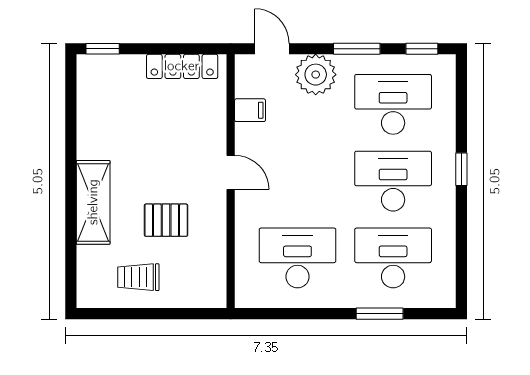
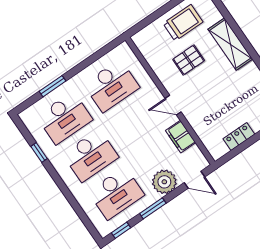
locker: (182, 66) -> (239, 136), width x0.66
filing cabinet: (250, 110) -> (181, 137), width x2.00
window: (461, 169) -> (39, 152), moved
trolley: (138, 277) -> (183, 23), width x1.36, depth x1.39

